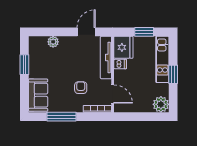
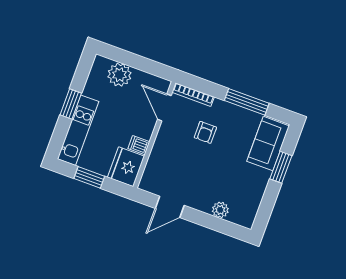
tv unit: (106, 57) -> (155, 161), removed
window: (24, 65) -> (281, 167), moved
plant: (161, 104) -> (119, 75), moved

